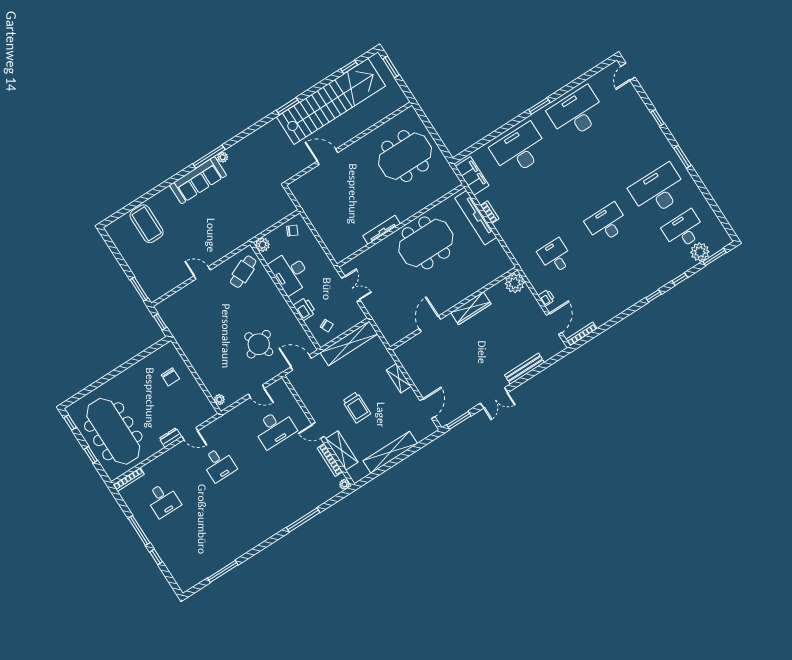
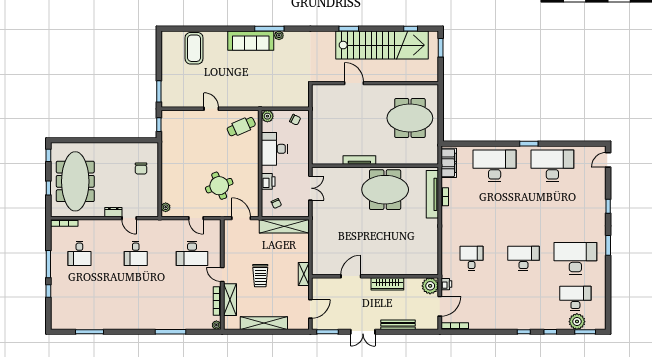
plant: (515, 283) -> (430, 286), moved
wardrobe: (471, 308) -> (387, 284), moved
wall: (454, 309) -> (375, 276), moved
door: (430, 324) -> (351, 276), moved

